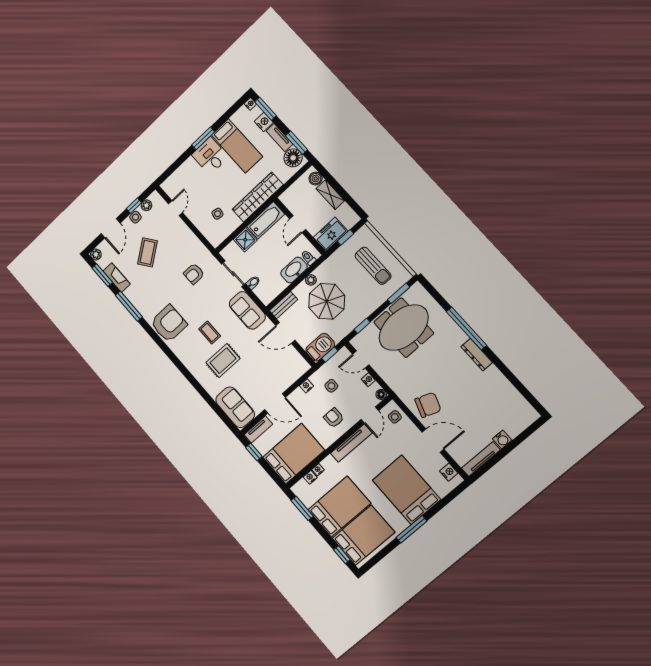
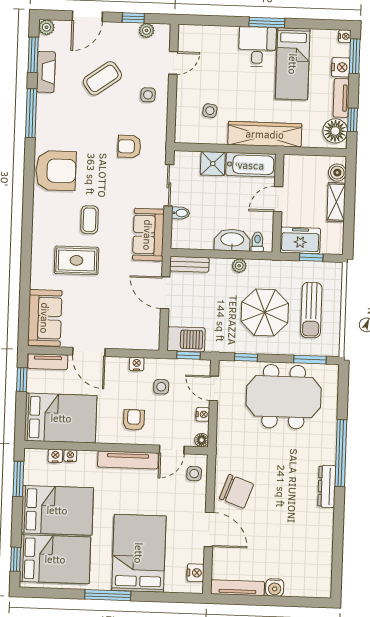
window: (297, 143) -> (352, 120), width x0.67
side table: (136, 217) -> (148, 95), moved
parasol: (327, 301) -> (265, 312), moved

